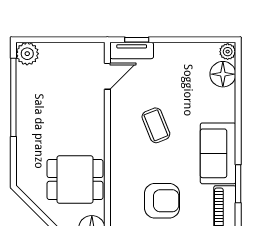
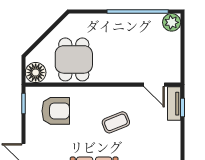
armchair: (162, 201) -> (56, 111), moved, turned -90

